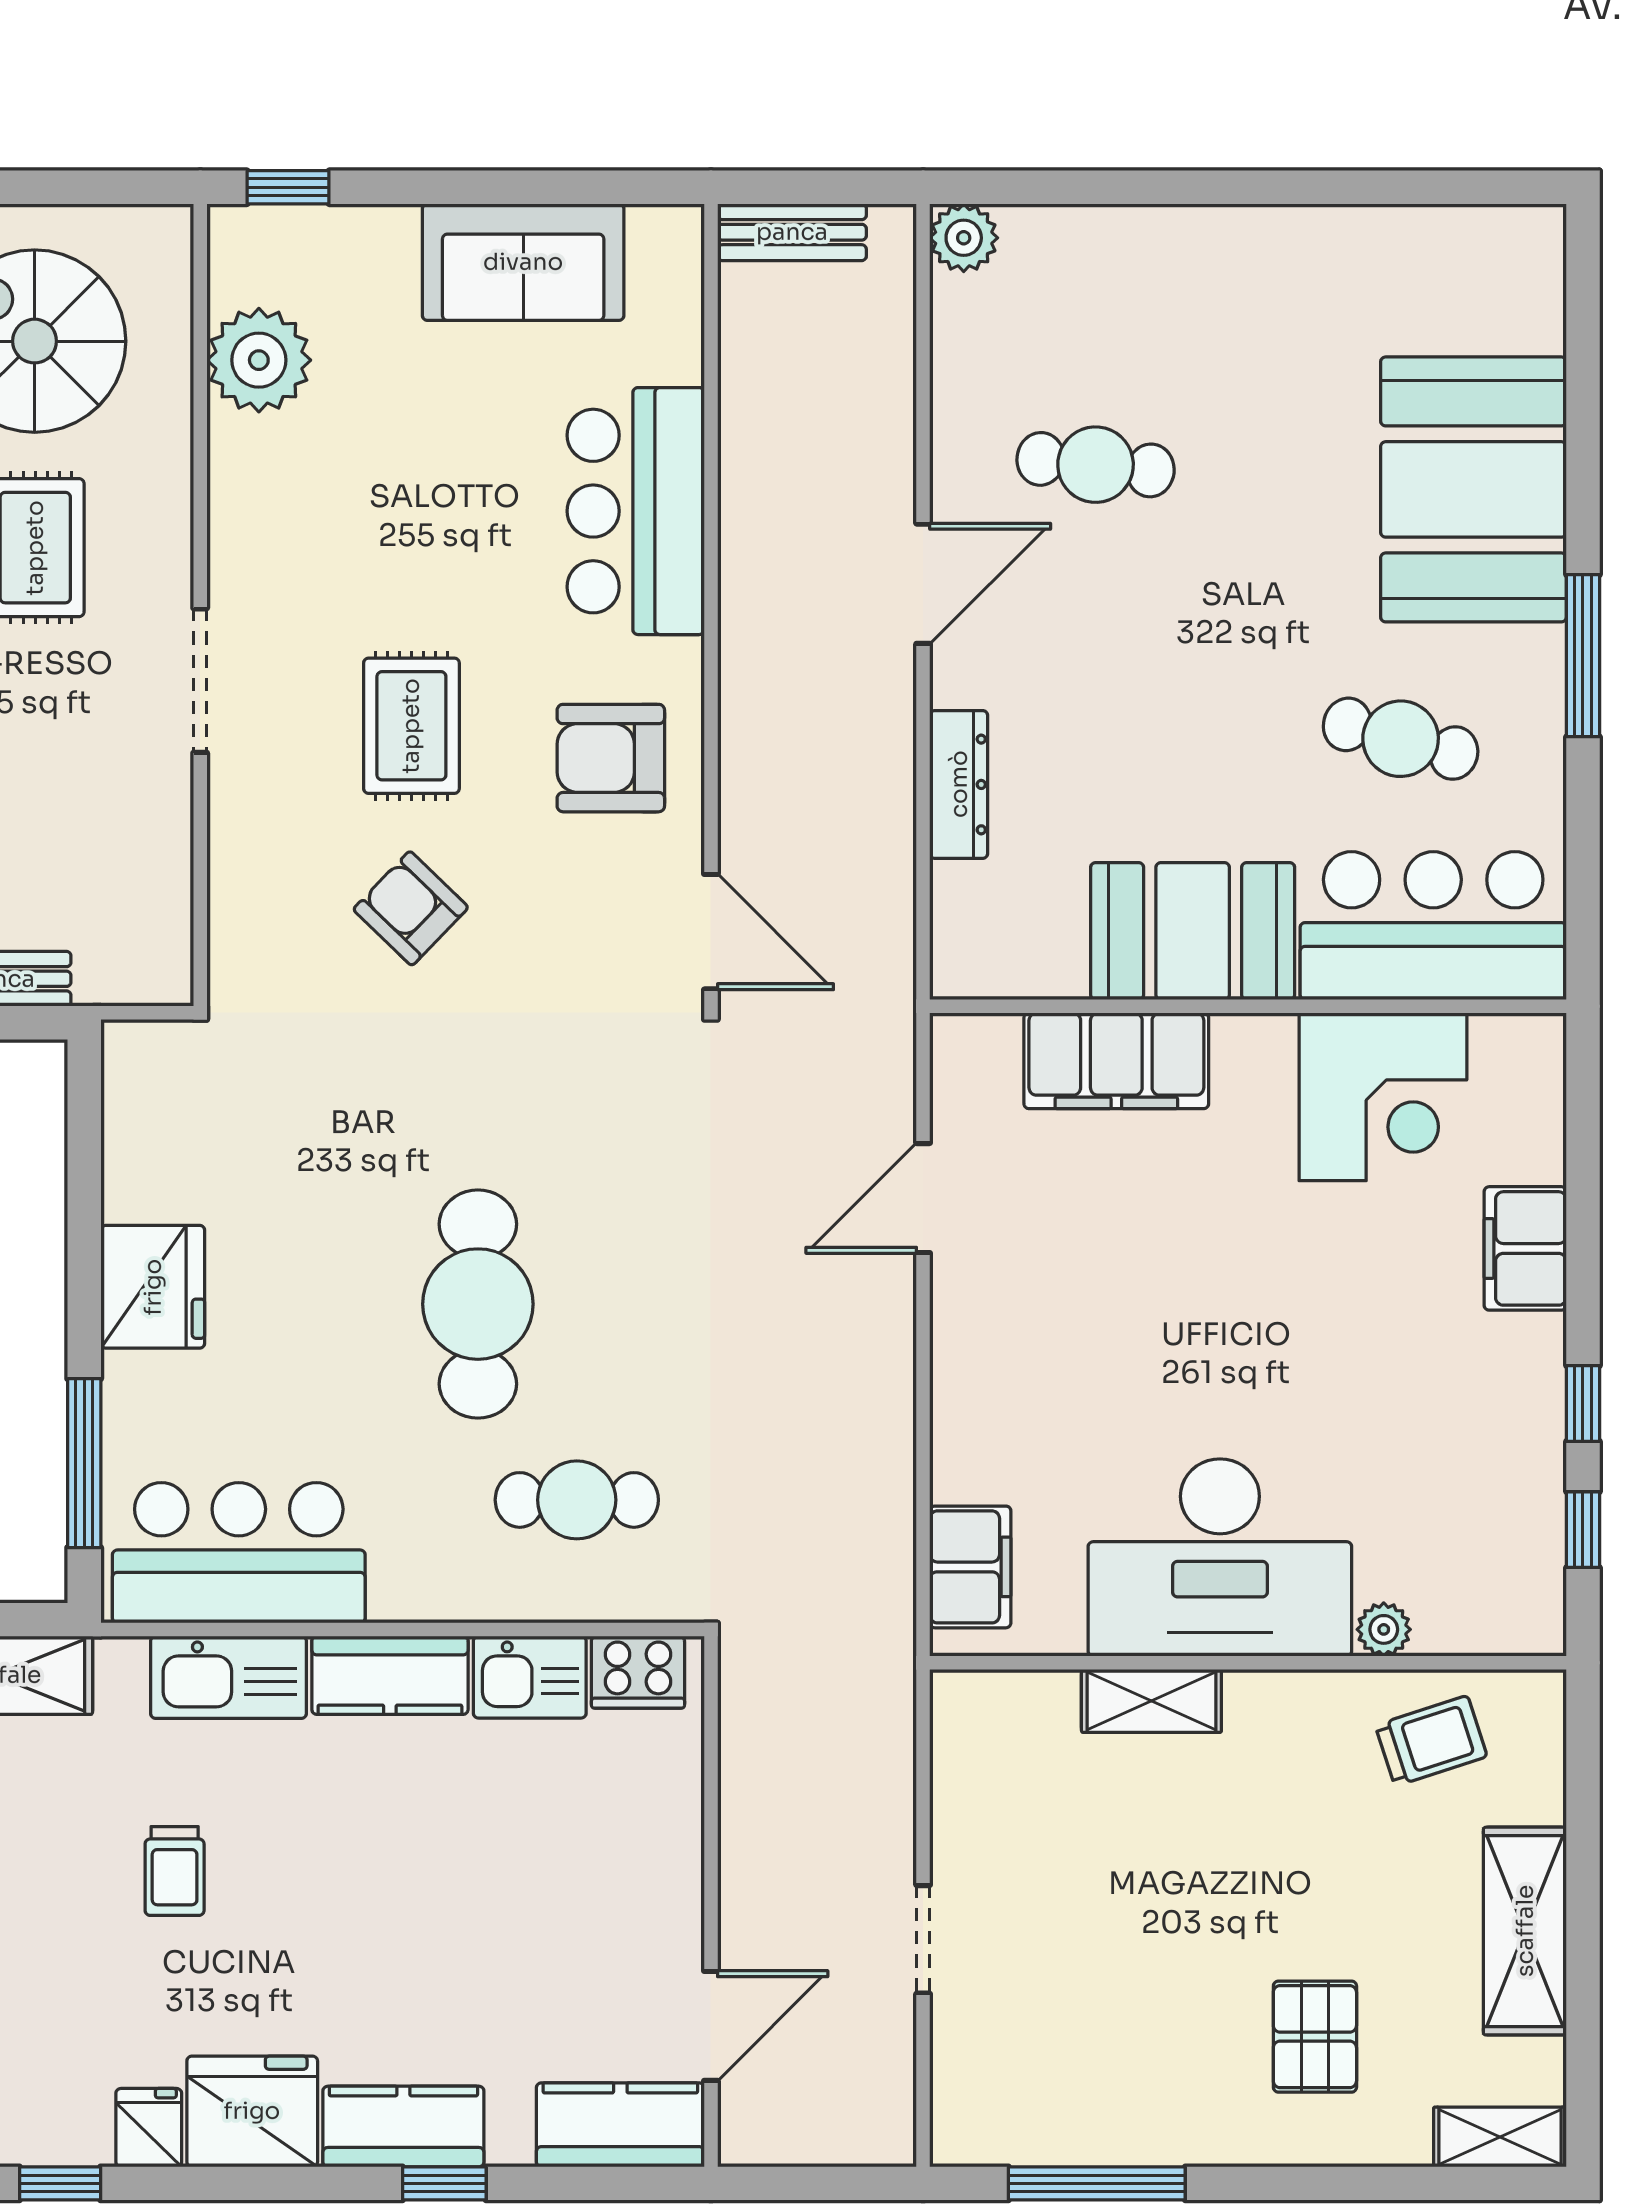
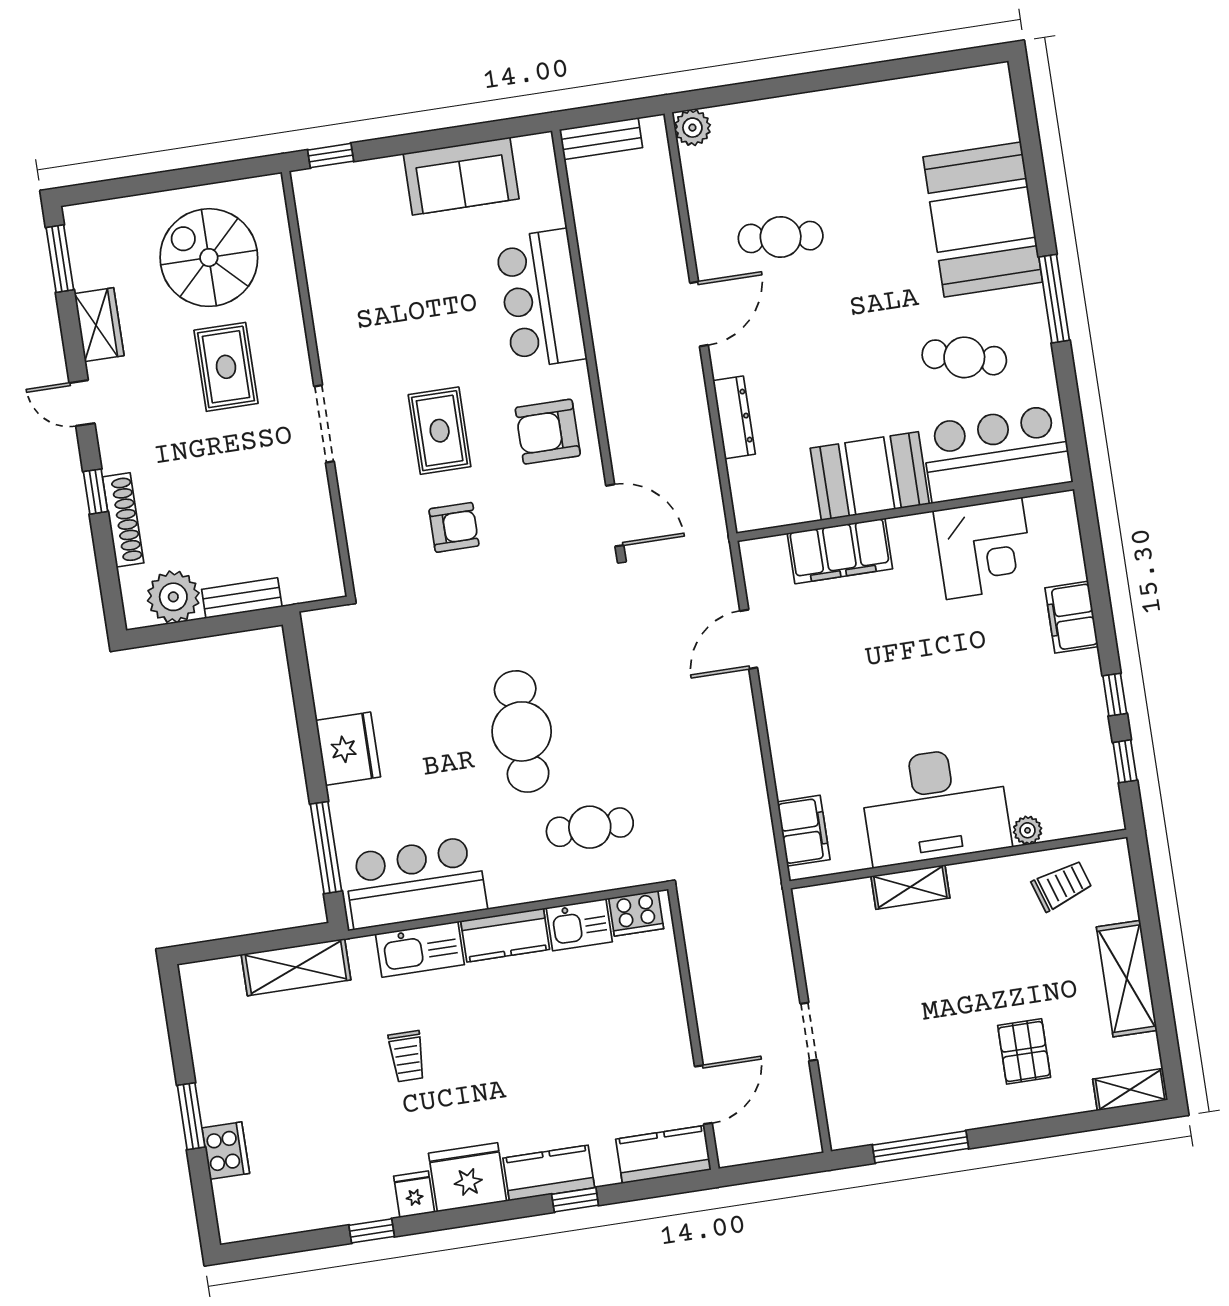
plant: (259, 360) -> (329, 249), removed
armchair: (411, 908) -> (454, 527), turned 136

